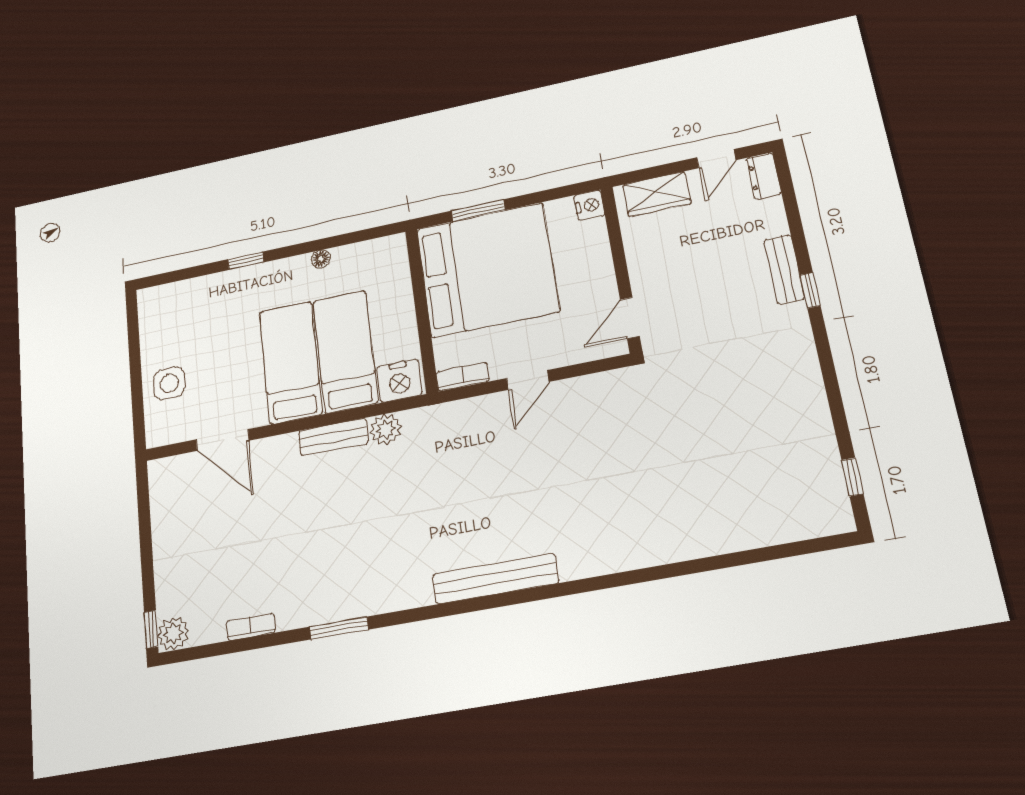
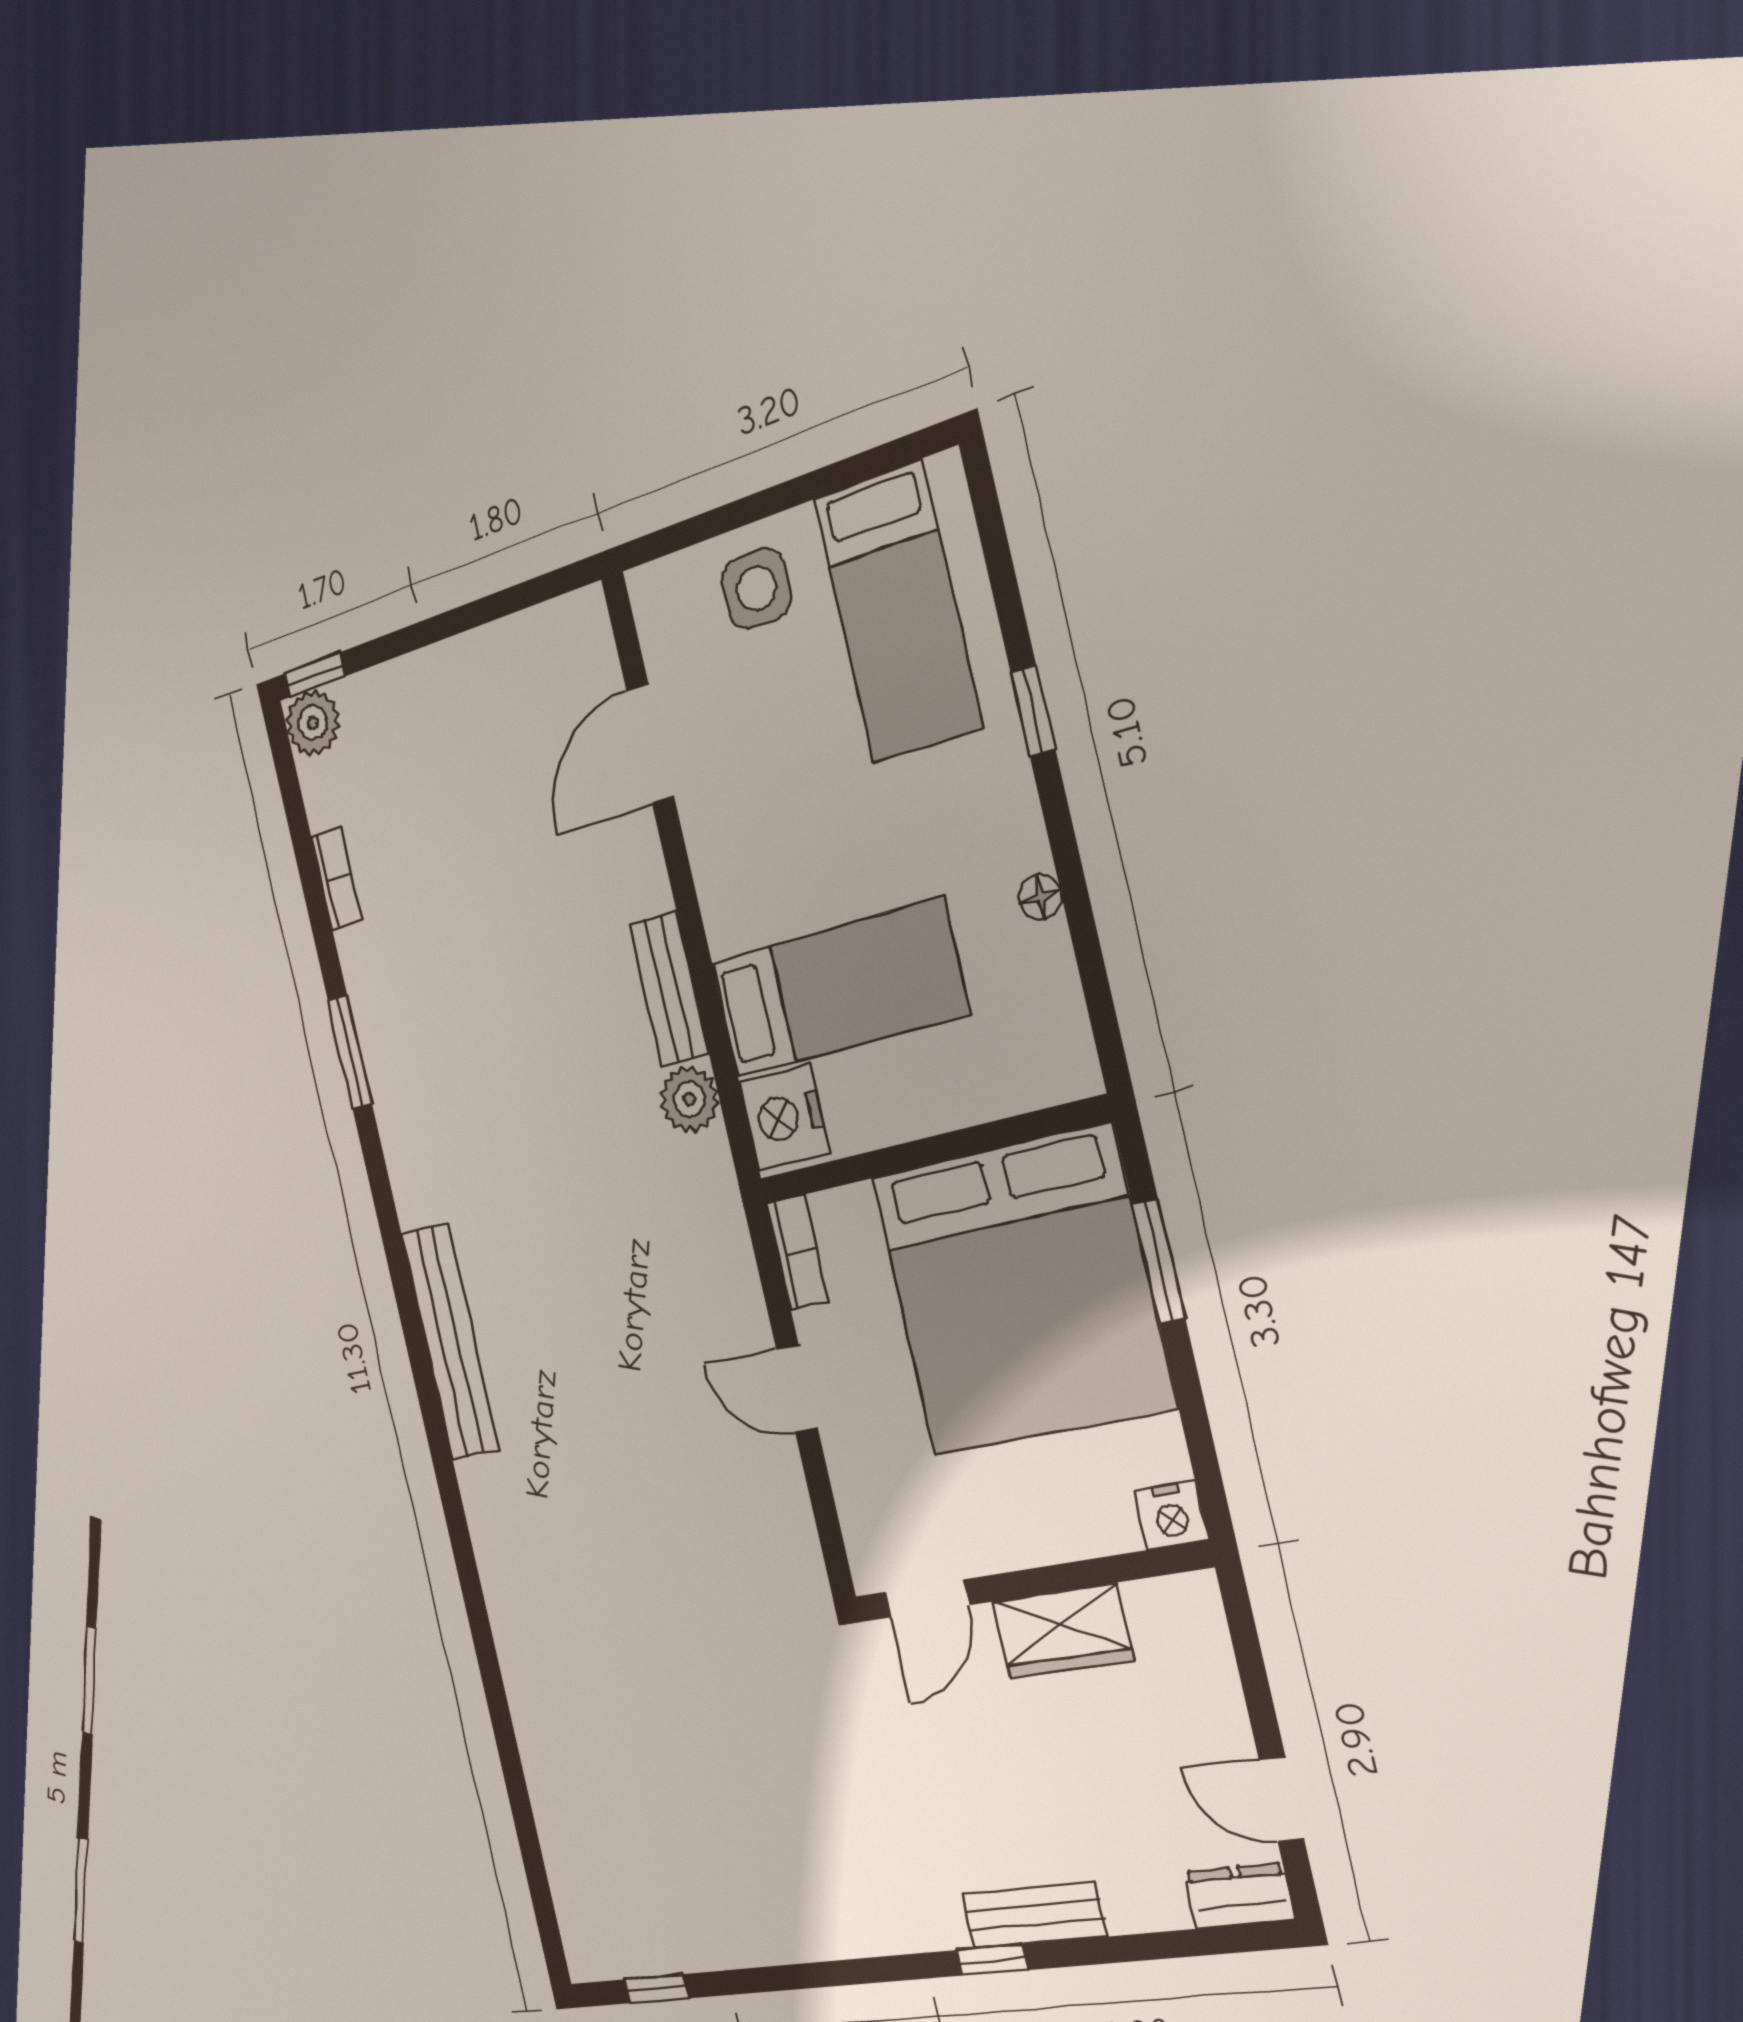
wardrobe: (657, 194) -> (1063, 1631), moved, turned -90
door: (630, 318) -> (927, 1598), swing flipped
bed: (291, 363) -> (898, 612), moved, turned 90

